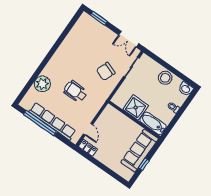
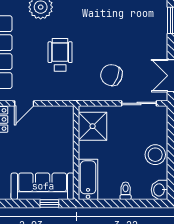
shower: (136, 108) -> (93, 126), moved
window: (144, 164) -> (49, 203), moved

